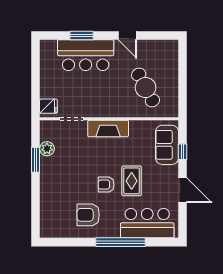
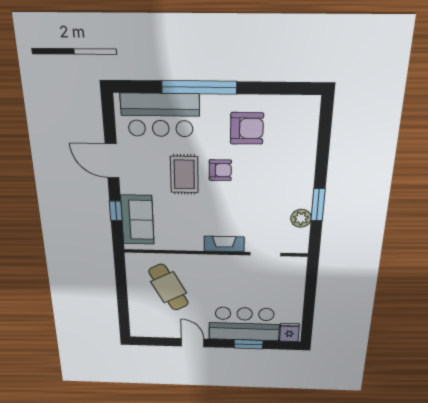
fridge: (48, 106) -> (289, 332), moved, turned 90
fireplace: (108, 128) -> (224, 244), width x0.73, depth x0.76

